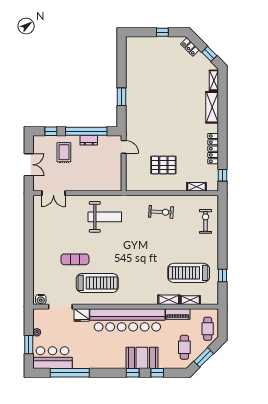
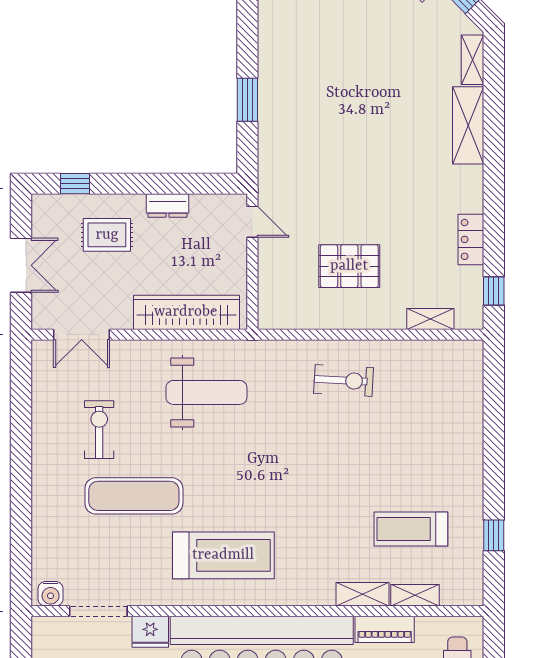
window: (86, 131) -> (162, 184), removed
locker: (213, 149) -> (471, 239), width x0.66
rug: (64, 152) -> (107, 235), turned 90
wardrobe: (97, 184) -> (186, 312), added
exercise bike: (206, 221) -> (99, 430), moved
exercise mat: (75, 259) -> (134, 496), width x1.36, depth x1.45
treadmill: (189, 273) -> (411, 529), width x0.73, depth x0.73
treadmill: (97, 283) -> (223, 555), moved

